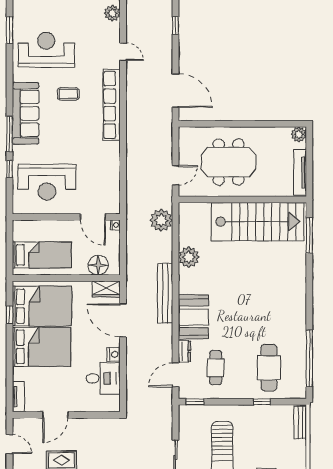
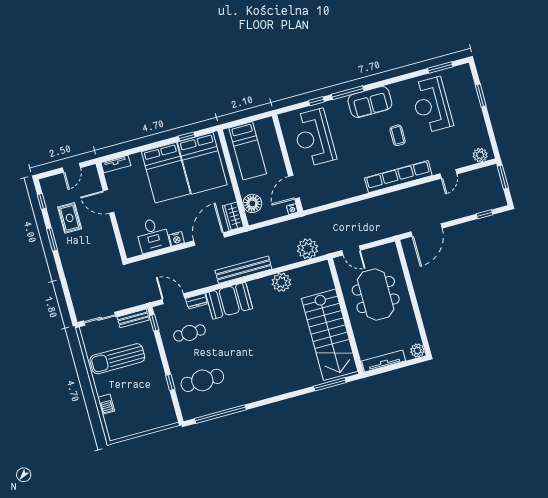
reception desk: (46, 50) -> (431, 105), turned 180
sofa: (26, 113) -> (370, 102), width x0.73
bench: (300, 422) -> (133, 318), moved

